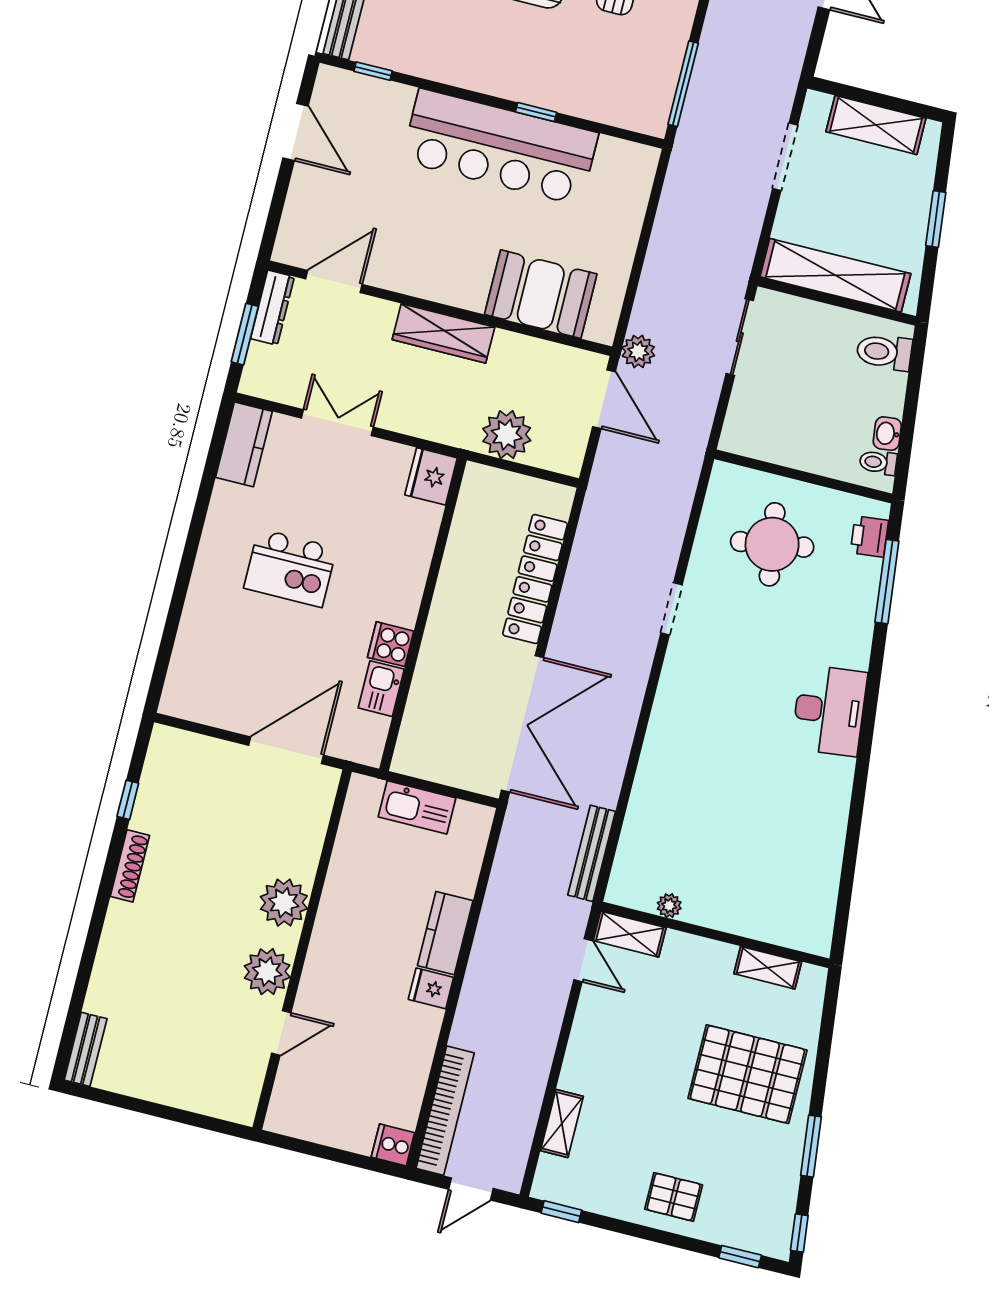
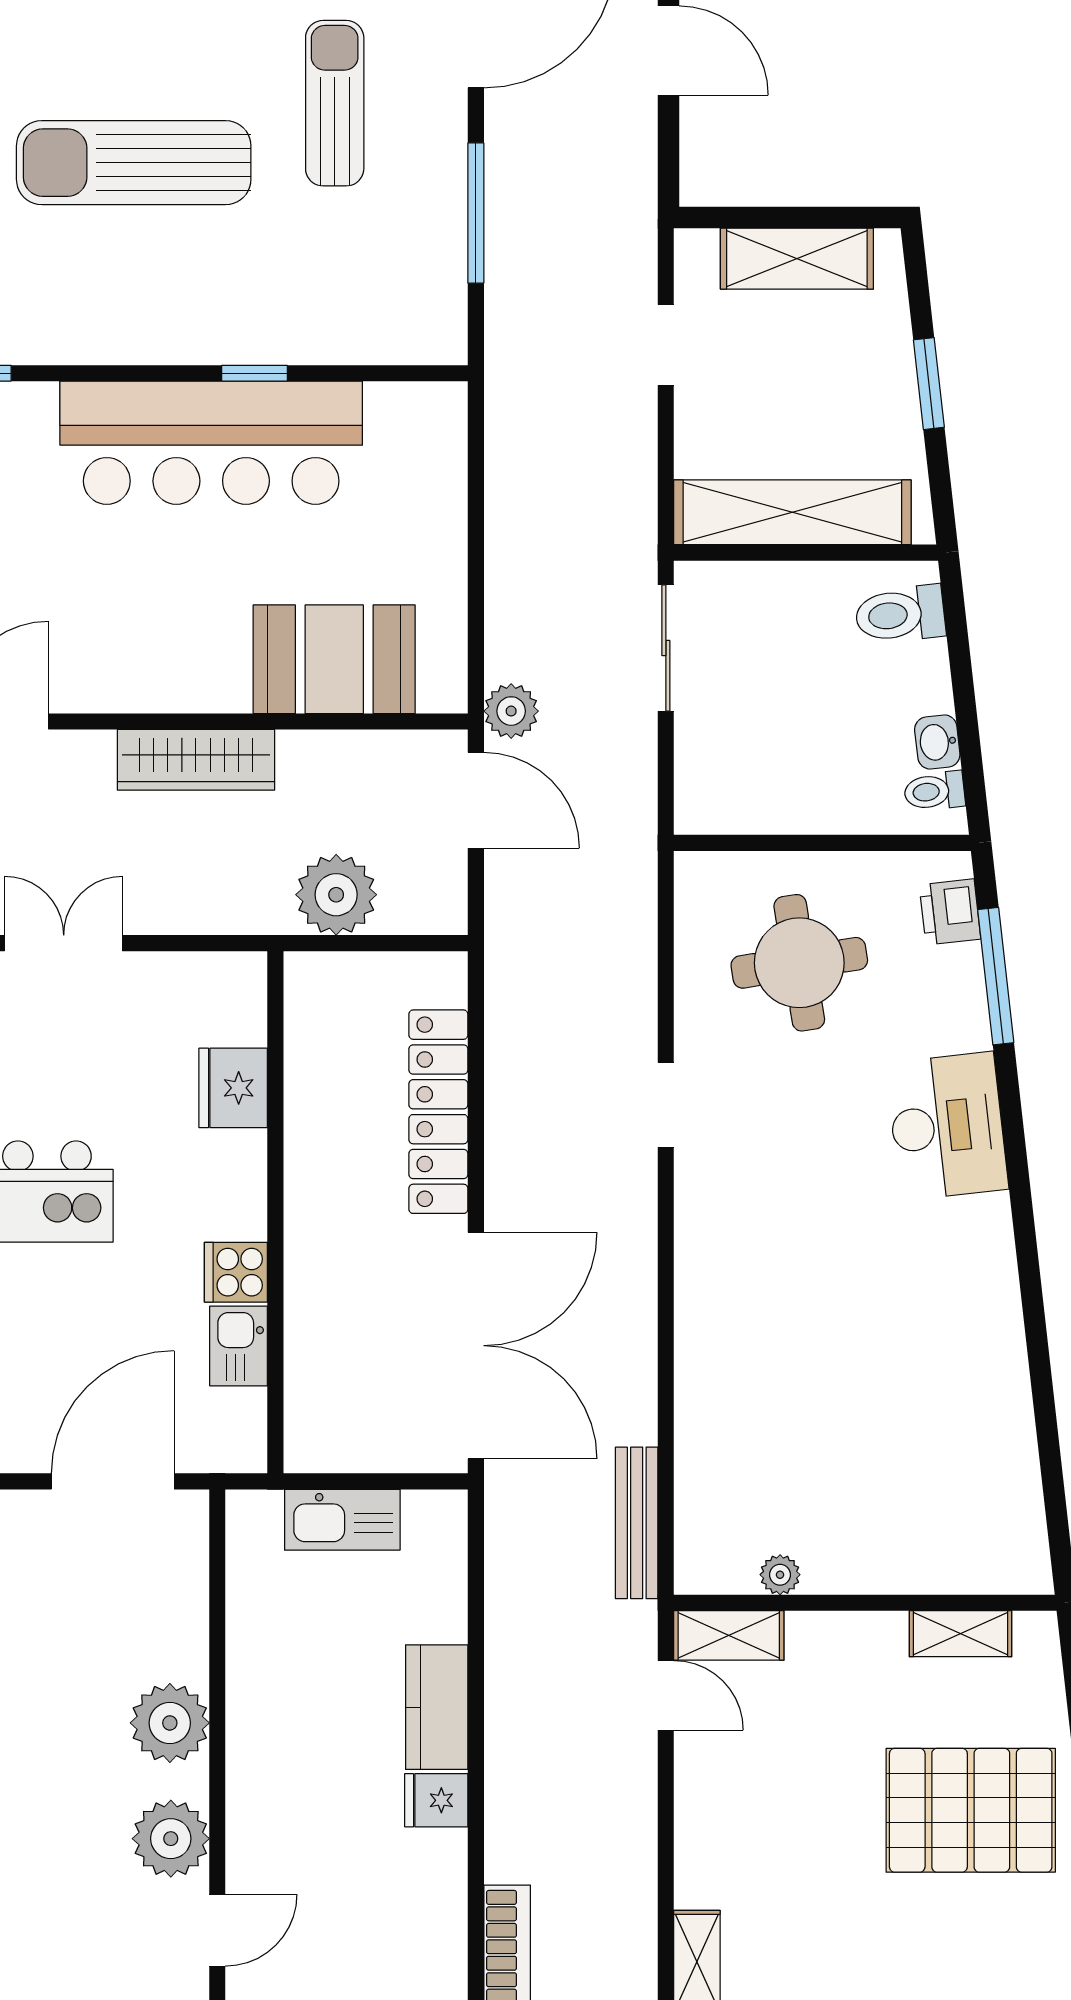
window: (683, 84) -> (476, 213), moved
doorway: (785, 157) -> (666, 345), width x0.73
fridge: (431, 476) -> (233, 1088), moved
desk: (829, 710) -> (947, 1126), moved

